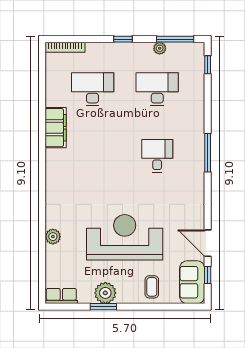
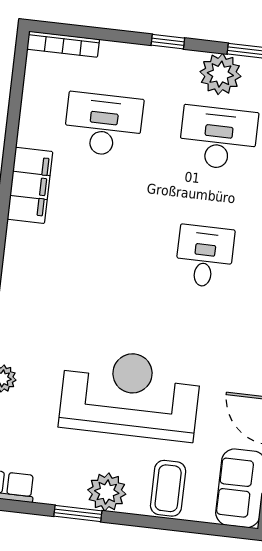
plant: (160, 48) -> (220, 74), width x1.87, depth x1.87
coffee table: (152, 287) -> (168, 488), width x1.36, depth x1.30
plant: (105, 293) -> (107, 492), moved

